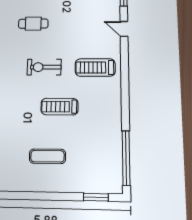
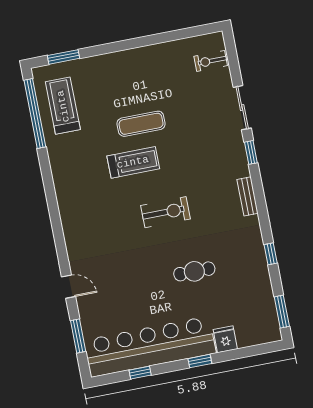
treadmill: (95, 67) -> (63, 106), moved, turned -90
exercise mat: (47, 156) -> (141, 124), moved

